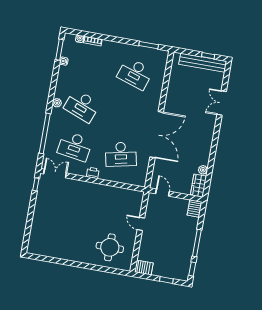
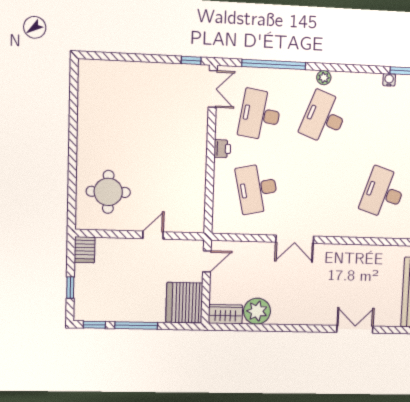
double door: (157, 135) -> (295, 239), width x0.54
plant: (203, 170) -> (257, 311), width x1.88, depth x1.88
server rack: (194, 208) -> (184, 303), width x2.18, depth x1.44

